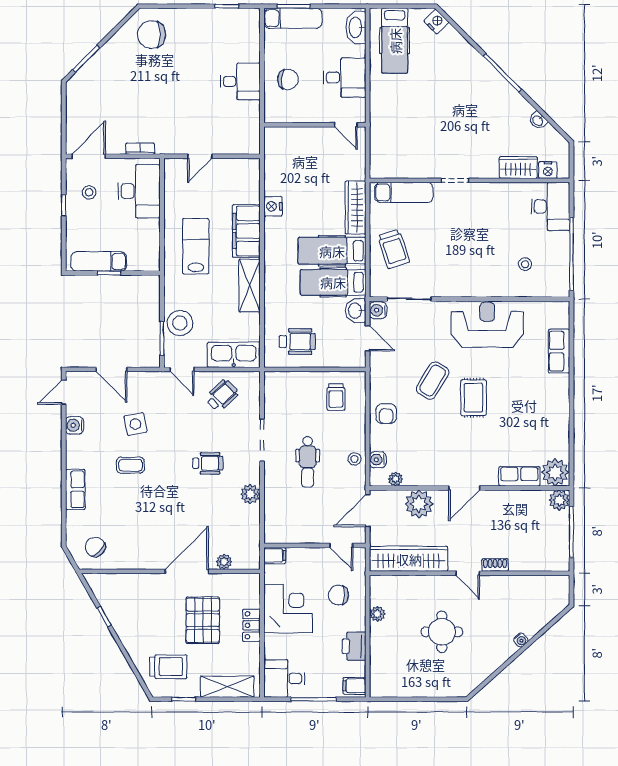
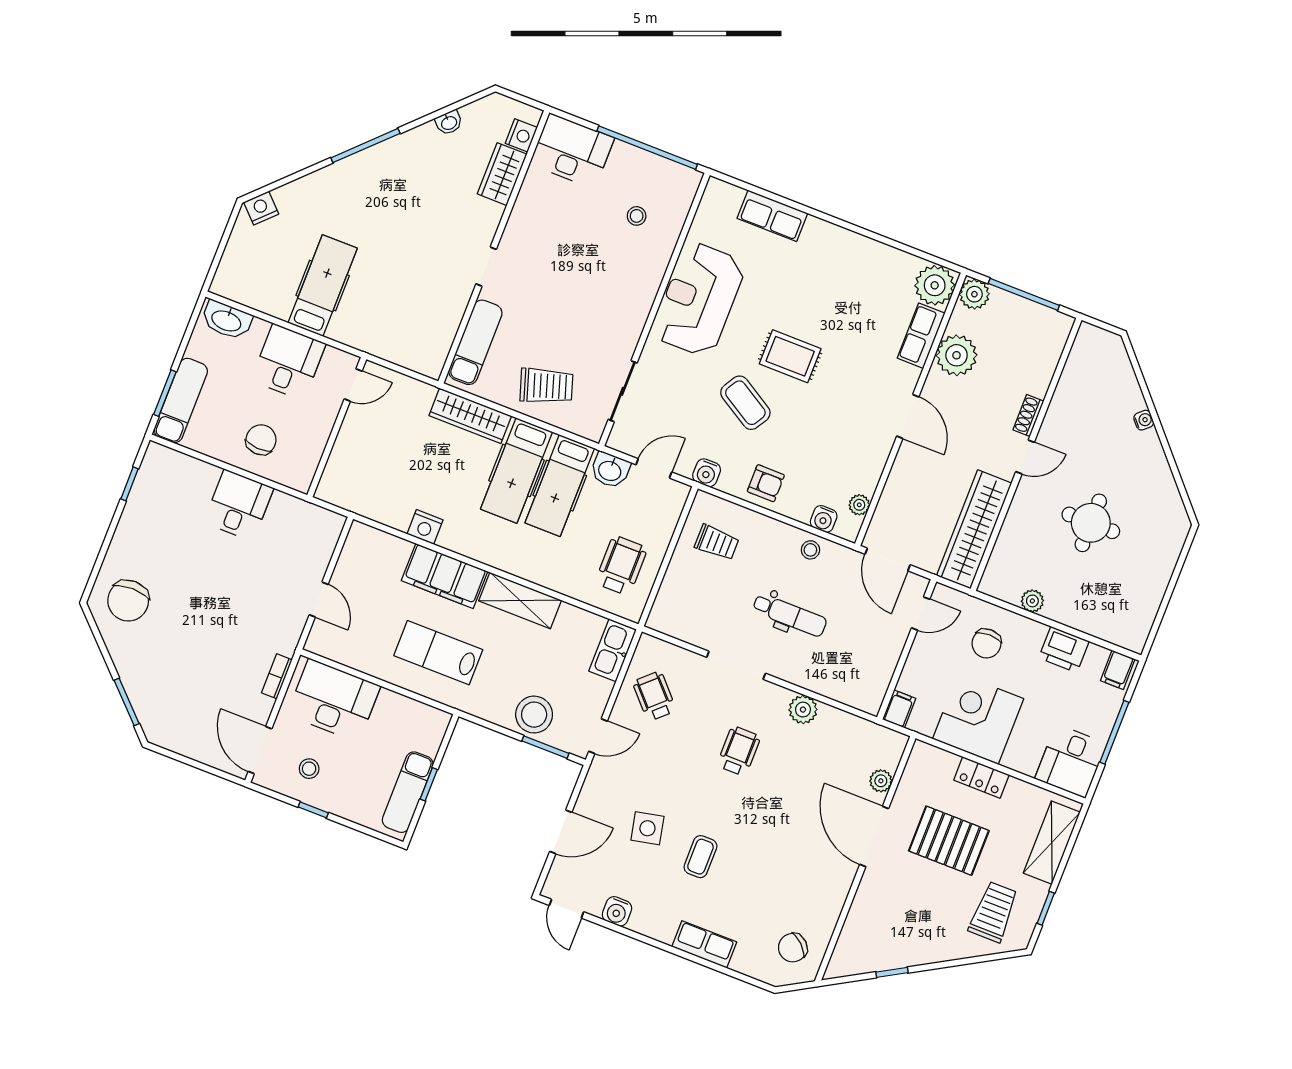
hospital bed: (395, 41) -> (323, 286), moved, turned -90
water cooler: (378, 310) -> (707, 473), moved
kitchen sink: (234, 355) -> (613, 650), width x0.73, depth x0.81
plant: (419, 504) -> (957, 355), moved

